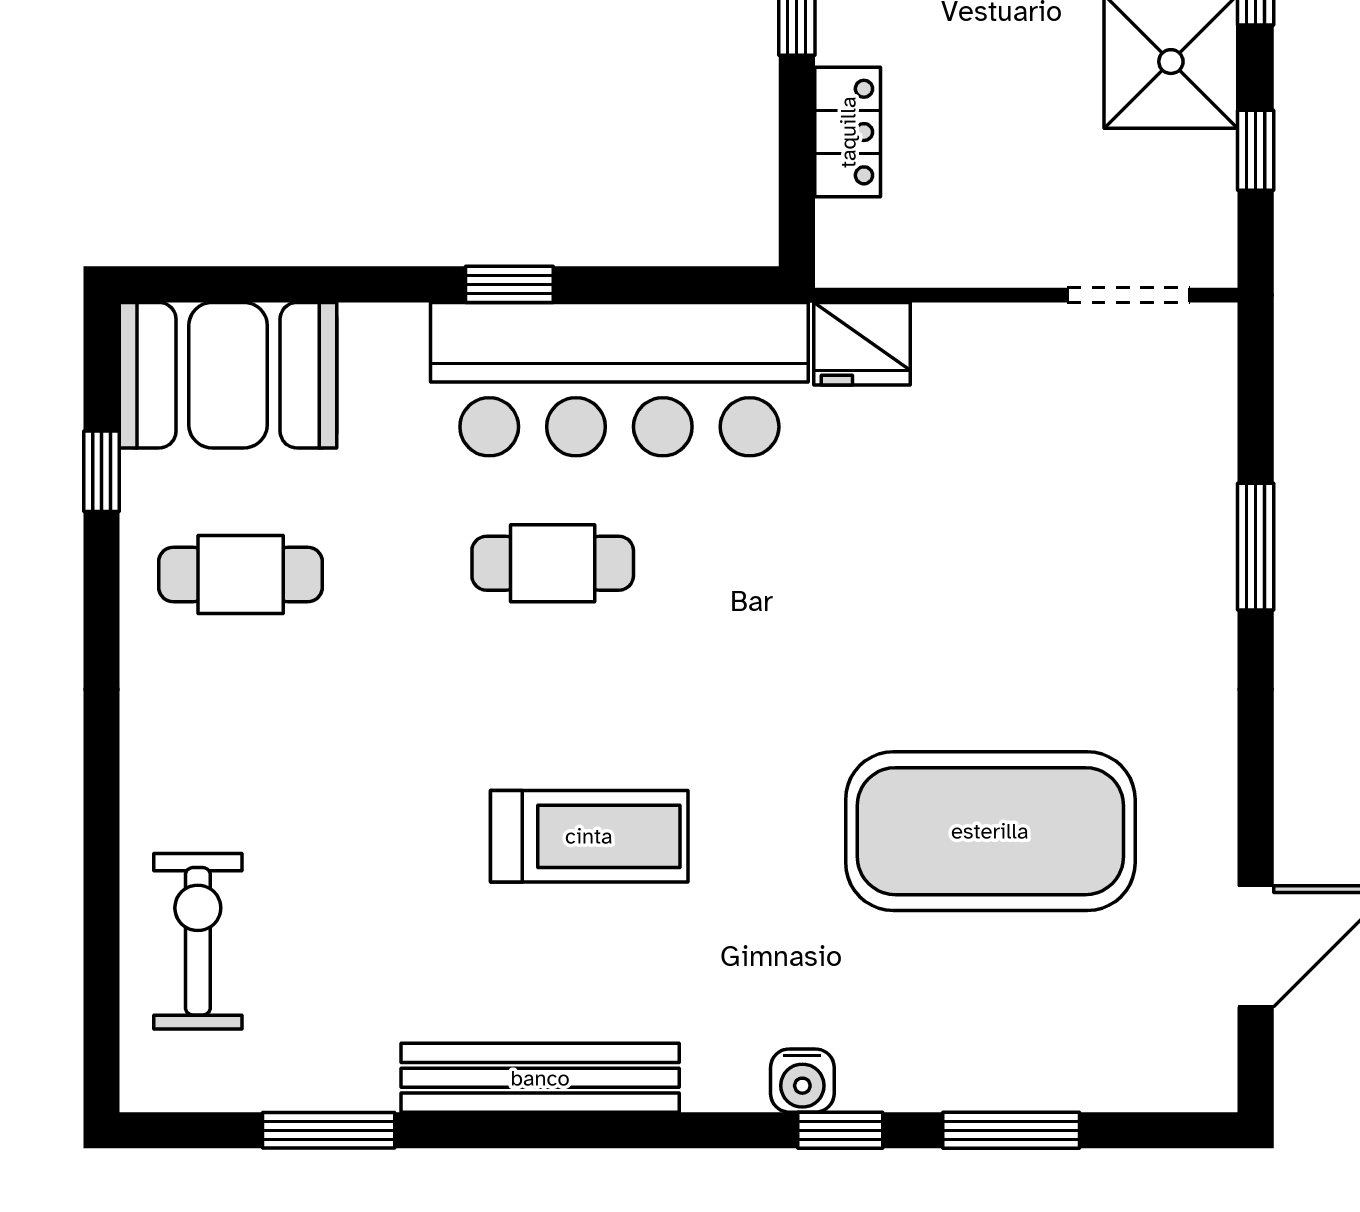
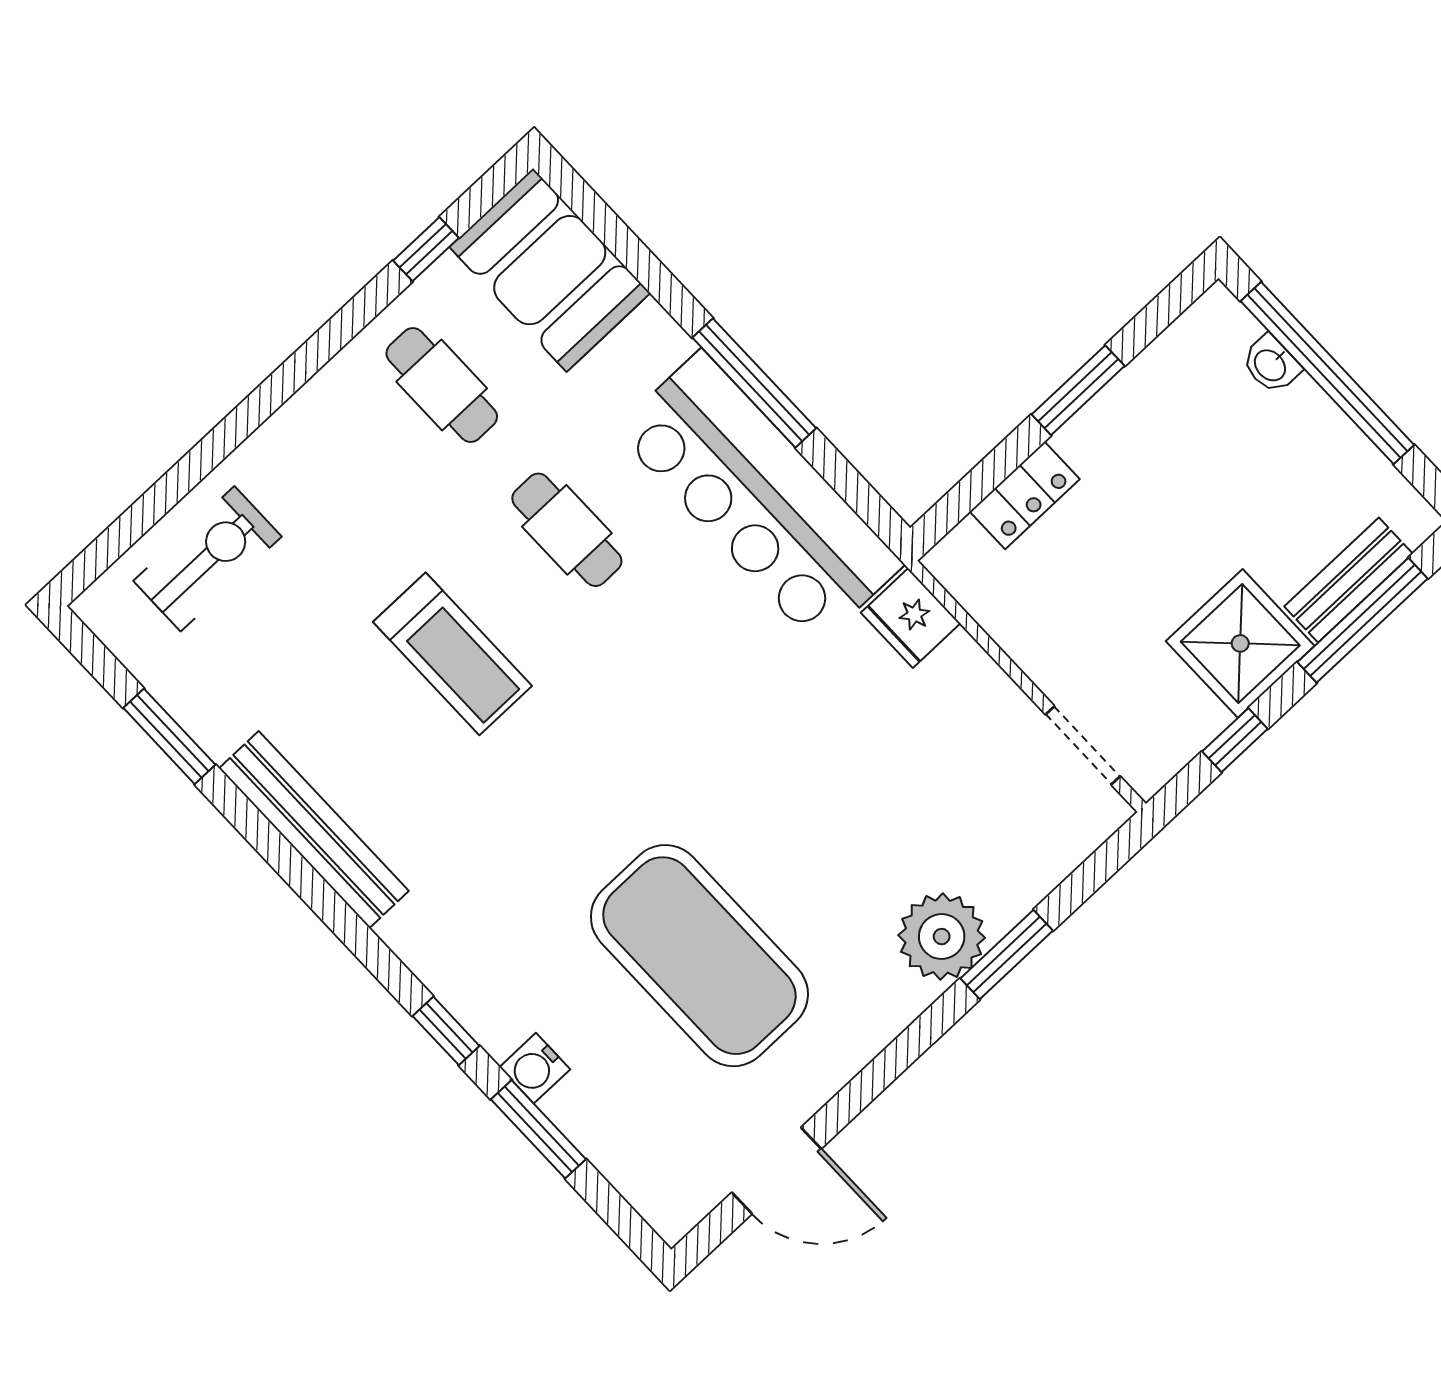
window: (509, 284) -> (754, 383), width x2.17
cafe table: (553, 563) -> (567, 530), moved
plant: (1183, 591) -> (942, 937), added
treadmill: (589, 836) -> (452, 654), moved
water cooler: (802, 1081) -> (535, 1068), moved

